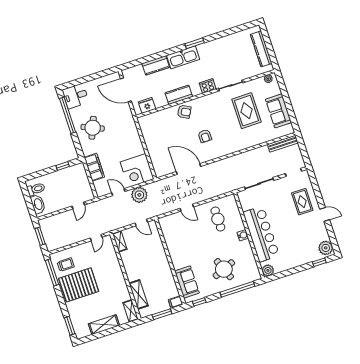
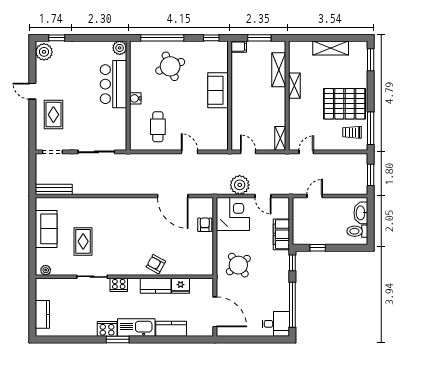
cooker: (205, 49) -> (107, 329), added
kitchen counter: (261, 49) -> (42, 314), width x0.67
fridge: (147, 105) -> (181, 286), moved
rug: (247, 111) -> (83, 241), width x0.73, depth x0.70
round table: (93, 128) -> (238, 265), moved, turned 30
armchair: (205, 136) -> (205, 225), moved
window: (78, 148) -> (292, 263), added
bar counter: (261, 234) -> (113, 84), width x0.73
sofa: (187, 282) -> (218, 90), moved
shelving: (131, 311) -> (294, 86), moved

